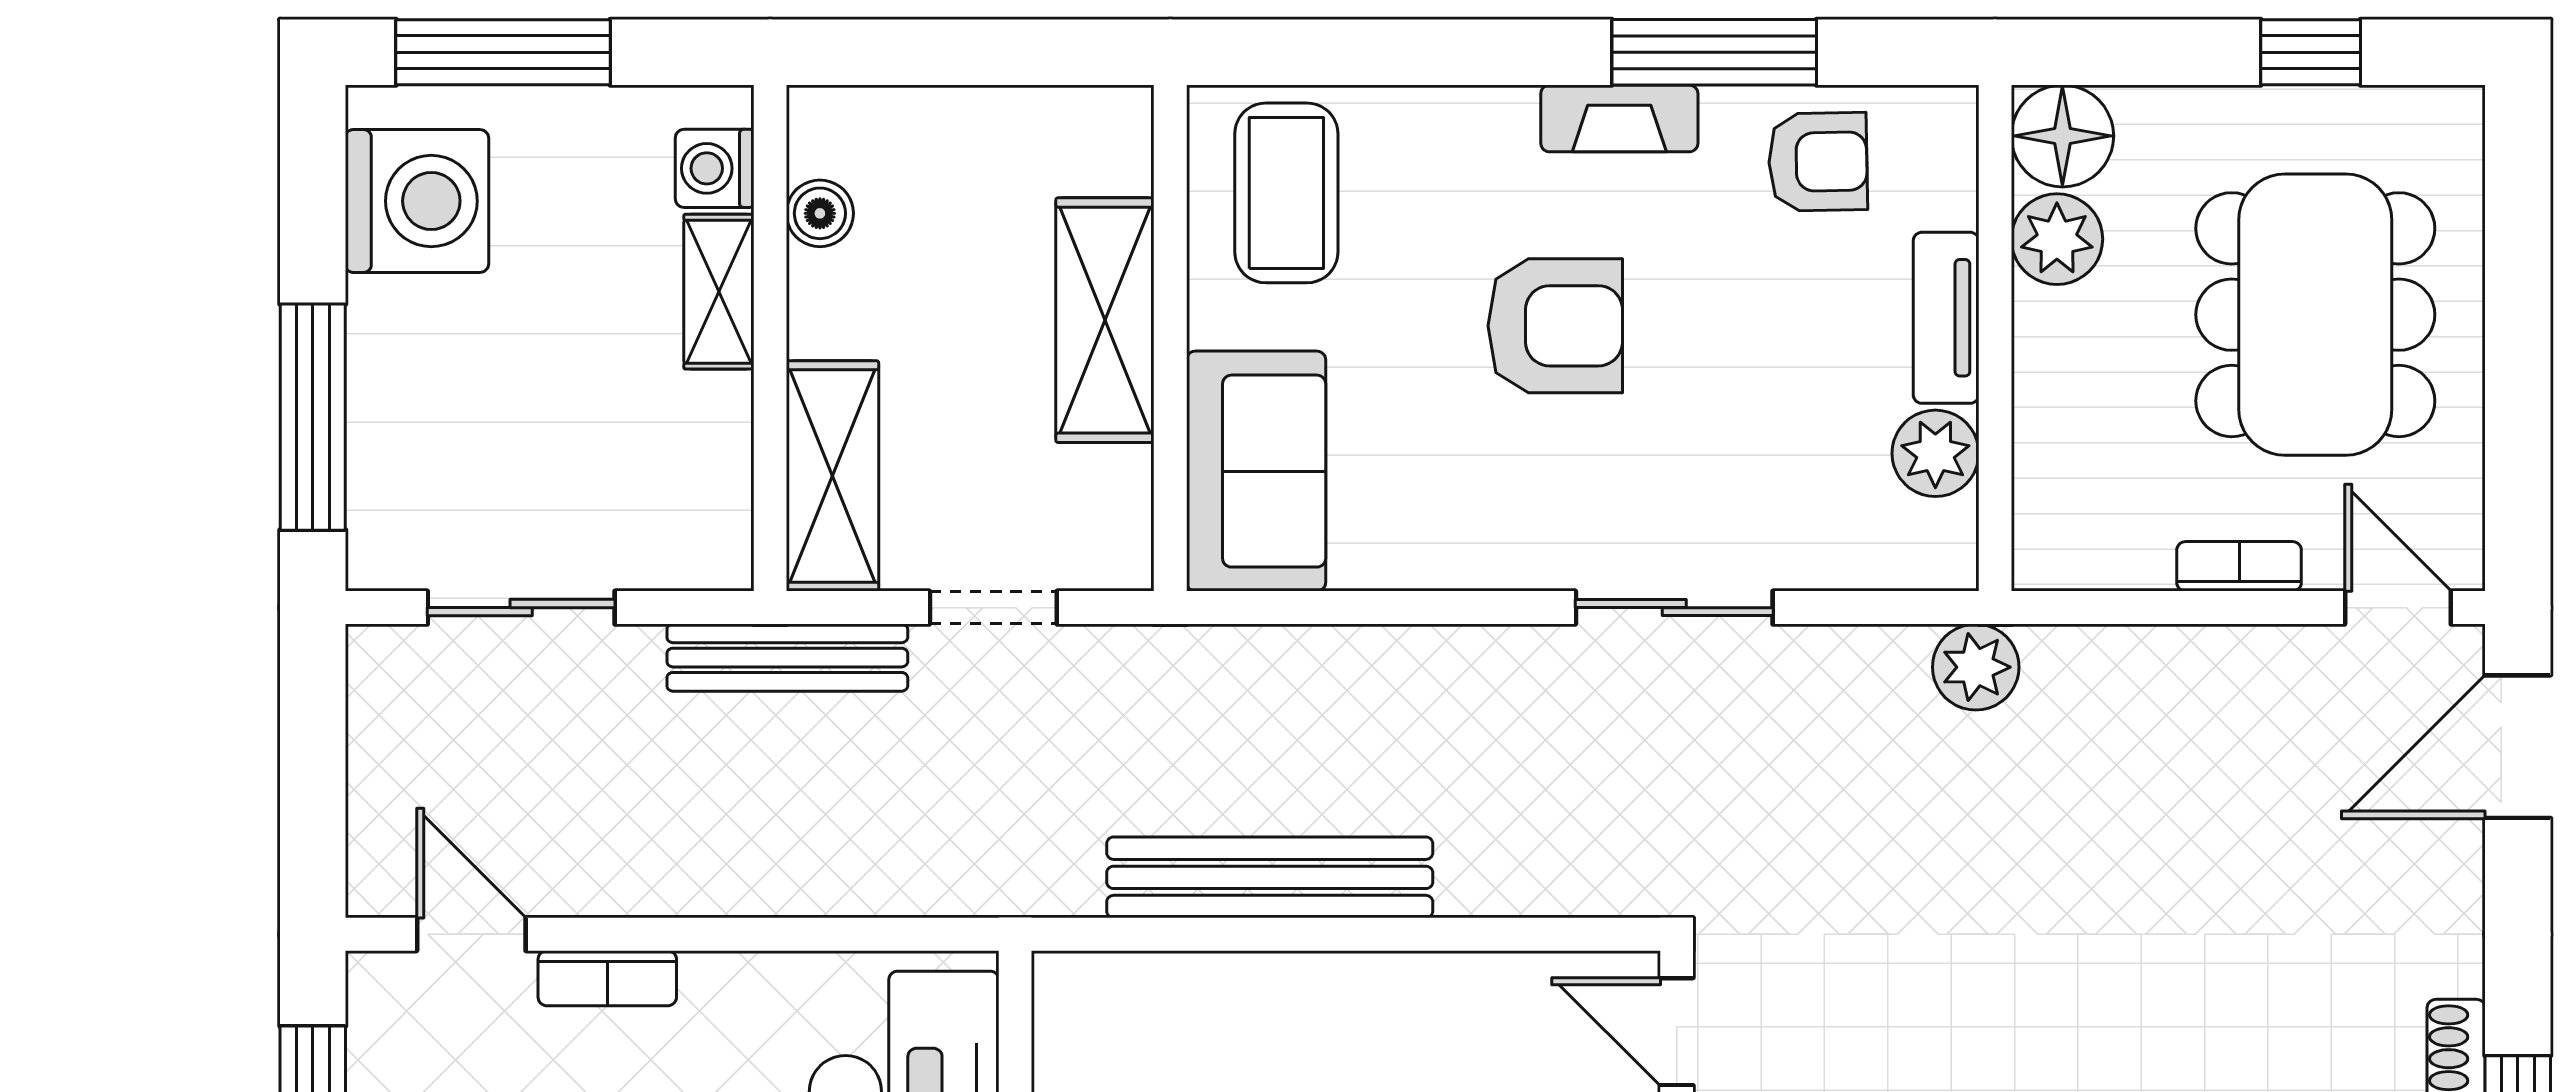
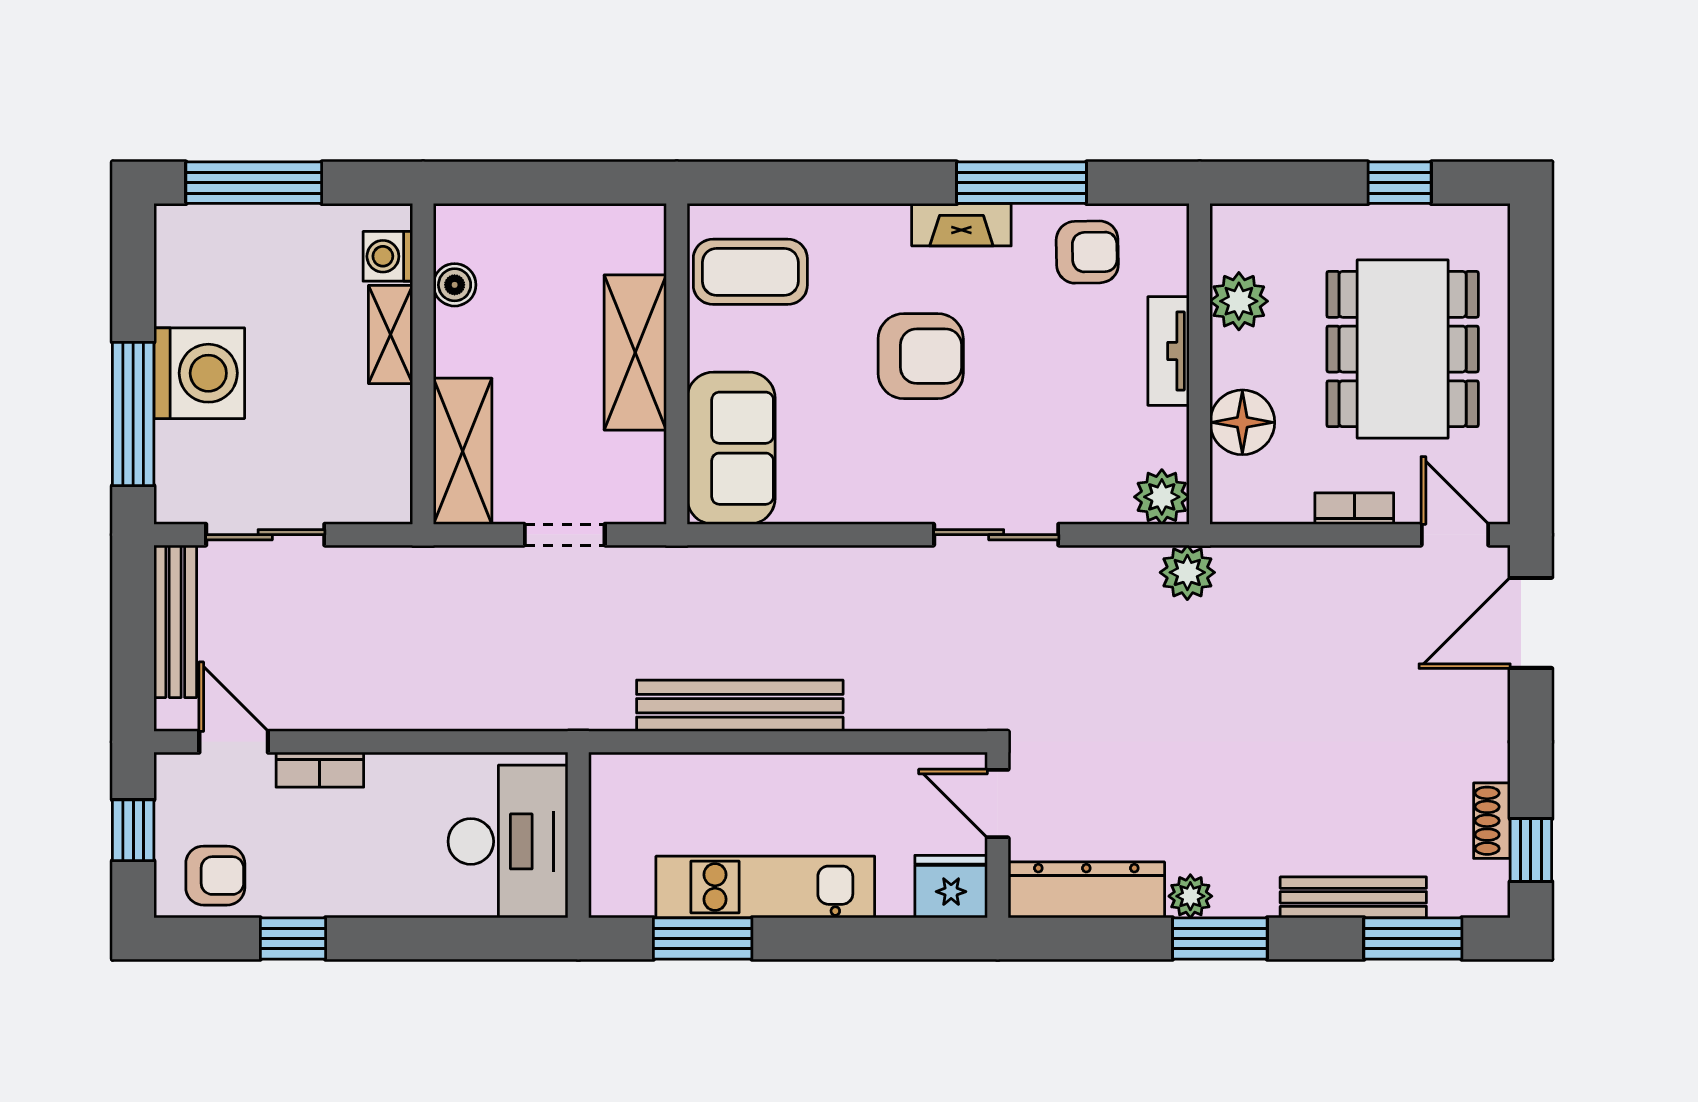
floor lamp: (2062, 136) -> (1242, 422), moved
coffee table: (1286, 193) -> (750, 272), turned 90
washing machine: (417, 201) -> (199, 373), moved
plant: (1935, 453) -> (1162, 497), moved
bench: (787, 658) -> (175, 621), moved, turned 90

